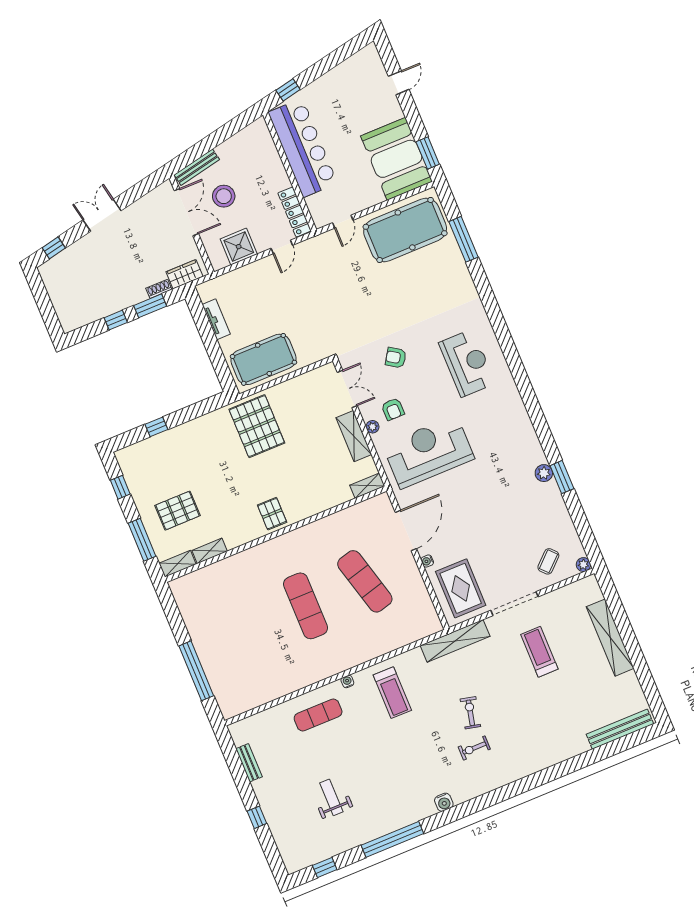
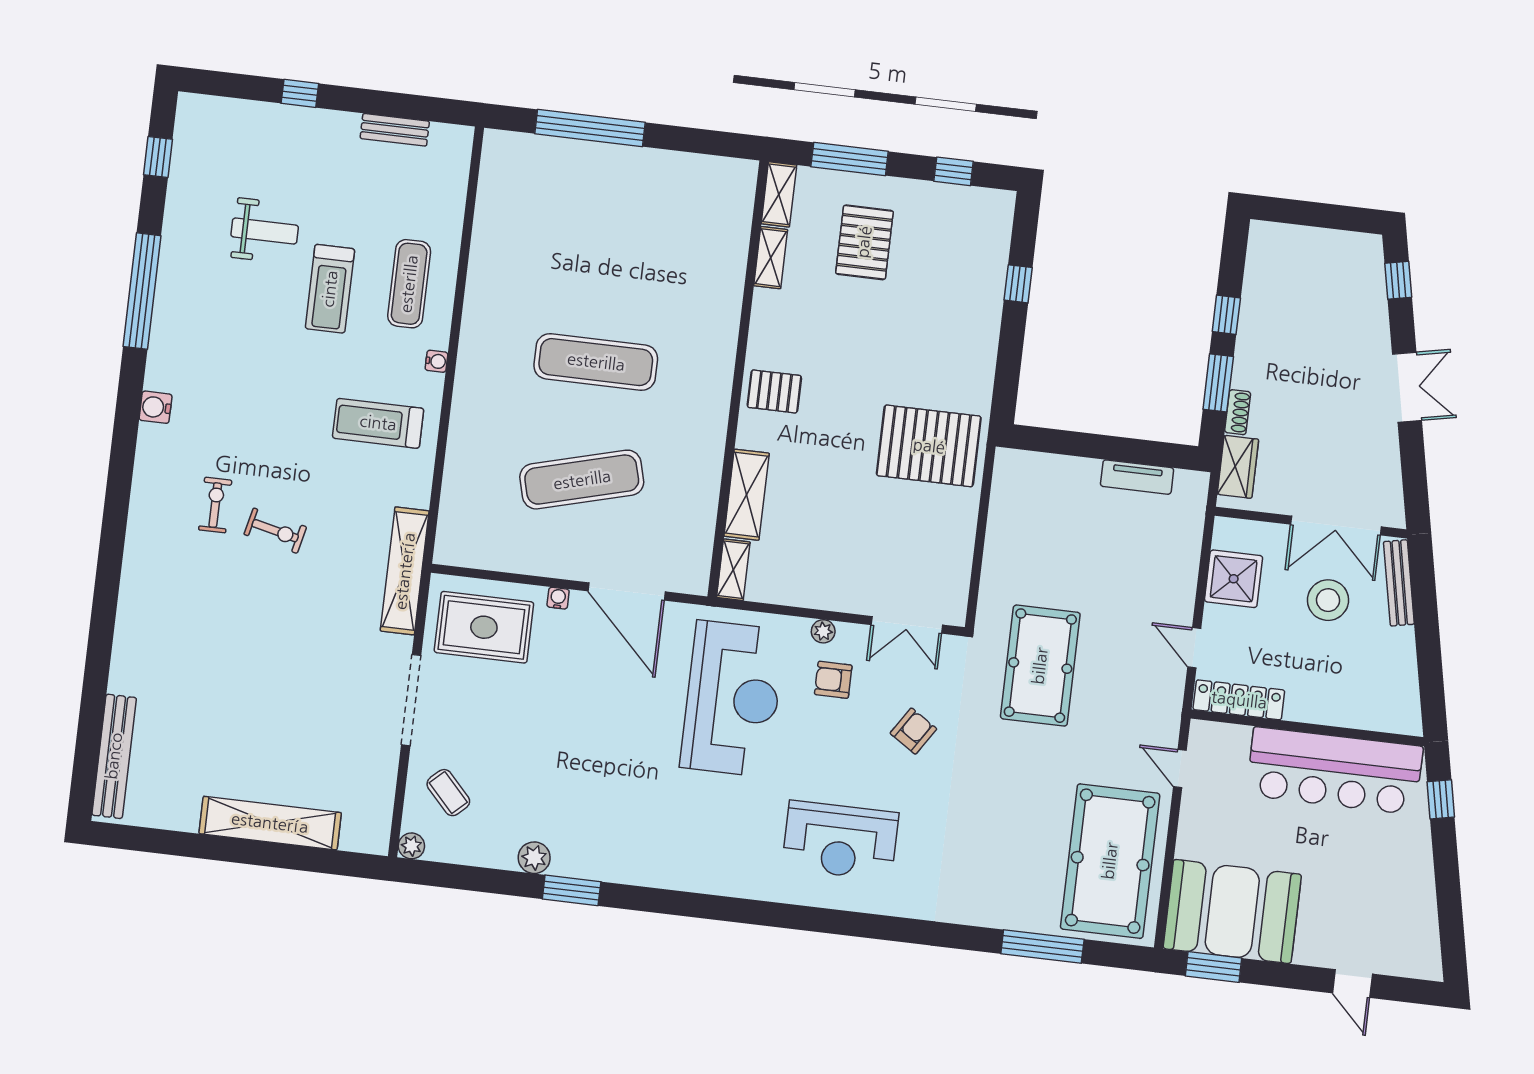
pool table: (263, 359) -> (1040, 666), moved
shelving: (354, 436) -> (747, 495), moved, turned 90
plant: (544, 473) -> (534, 858), moved
treadmill: (539, 652) -> (330, 289), moved, turned 90

